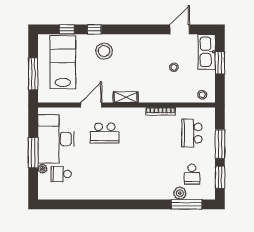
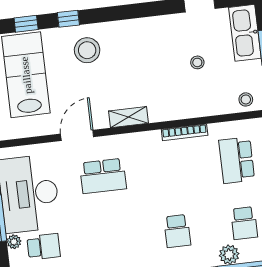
school desk: (61, 174) -> (44, 247), turned 180
school desk: (148, 174) -> (177, 231), added

